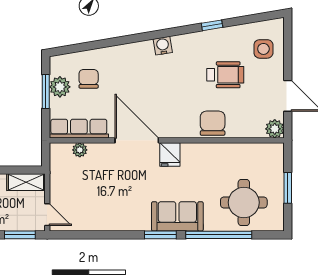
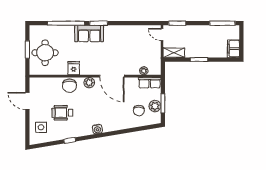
row of seats: (79, 129) -> (150, 83), width x0.68
plant: (275, 129) -> (89, 83), moved
fridge: (170, 155) -> (74, 68), moved
round table: (244, 202) -> (45, 53), moved

